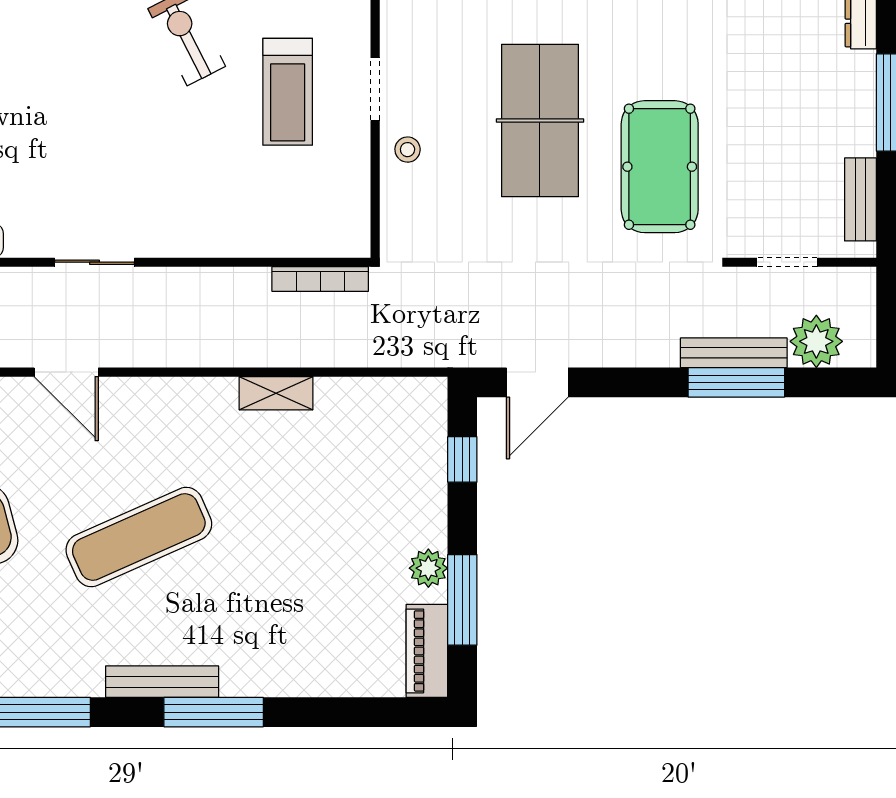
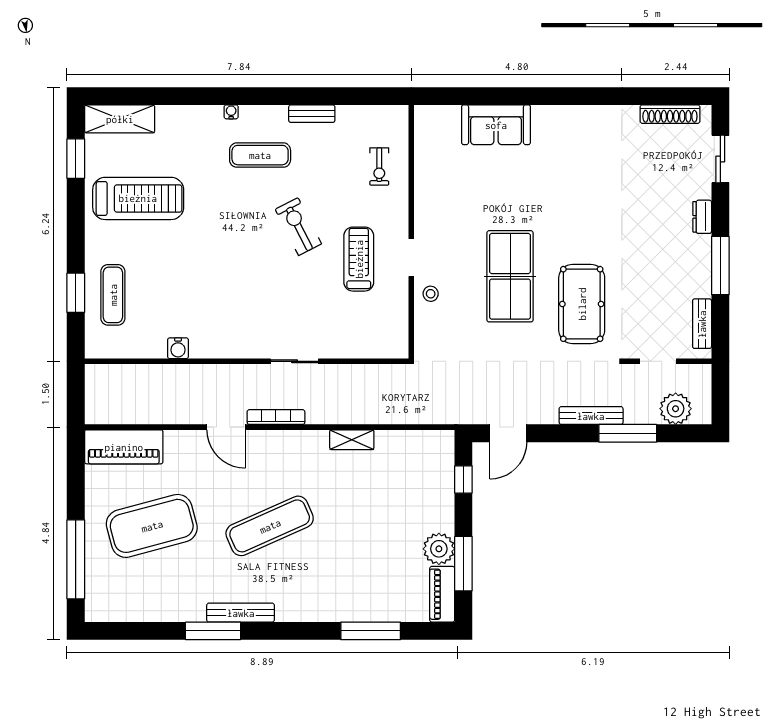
treadmill: (288, 92) -> (359, 259), turned 180
sliding door: (95, 262) -> (295, 361), moved
bookcase: (320, 279) -> (276, 417), moved, turned 180
bench: (734, 353) -> (591, 416), moved
plant: (428, 568) -> (439, 549), width x1.36, depth x1.36
bench: (162, 682) -> (241, 613), moved
window: (214, 712) -> (371, 631), moved

